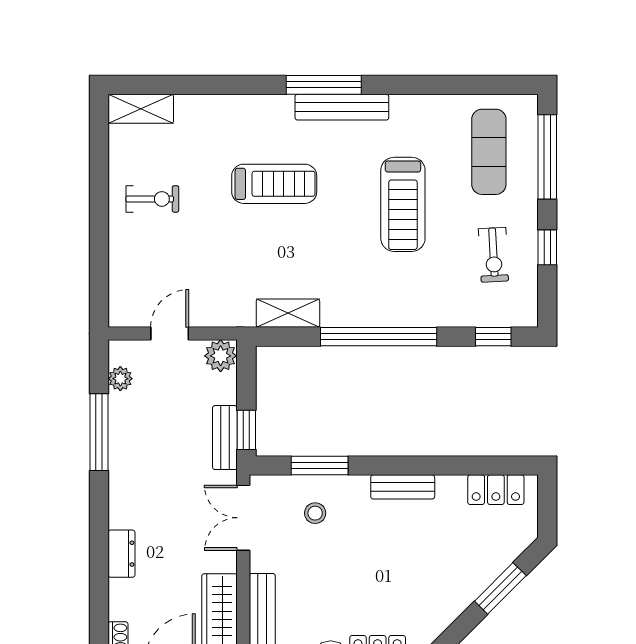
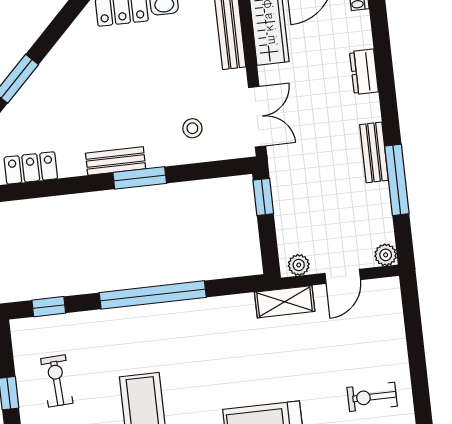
shelving: (288, 313) -> (285, 302), moved
plant: (221, 356) -> (299, 265), width x0.73, depth x0.73
plant: (120, 379) -> (386, 255), moved
bench: (225, 438) -> (374, 152), moved
window: (320, 466) -> (140, 178), moved

